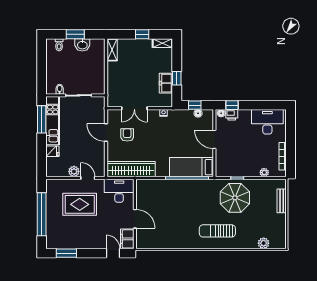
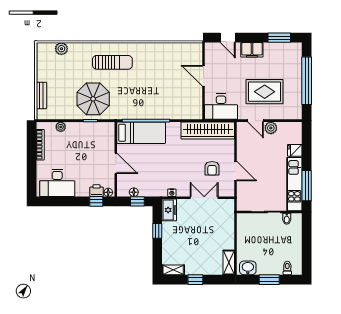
washbasin: (82, 45) -> (248, 268), moved
freezer: (166, 83) -> (169, 210), moved
filing cabinet: (127, 239) -> (252, 50), moved, turned 90

